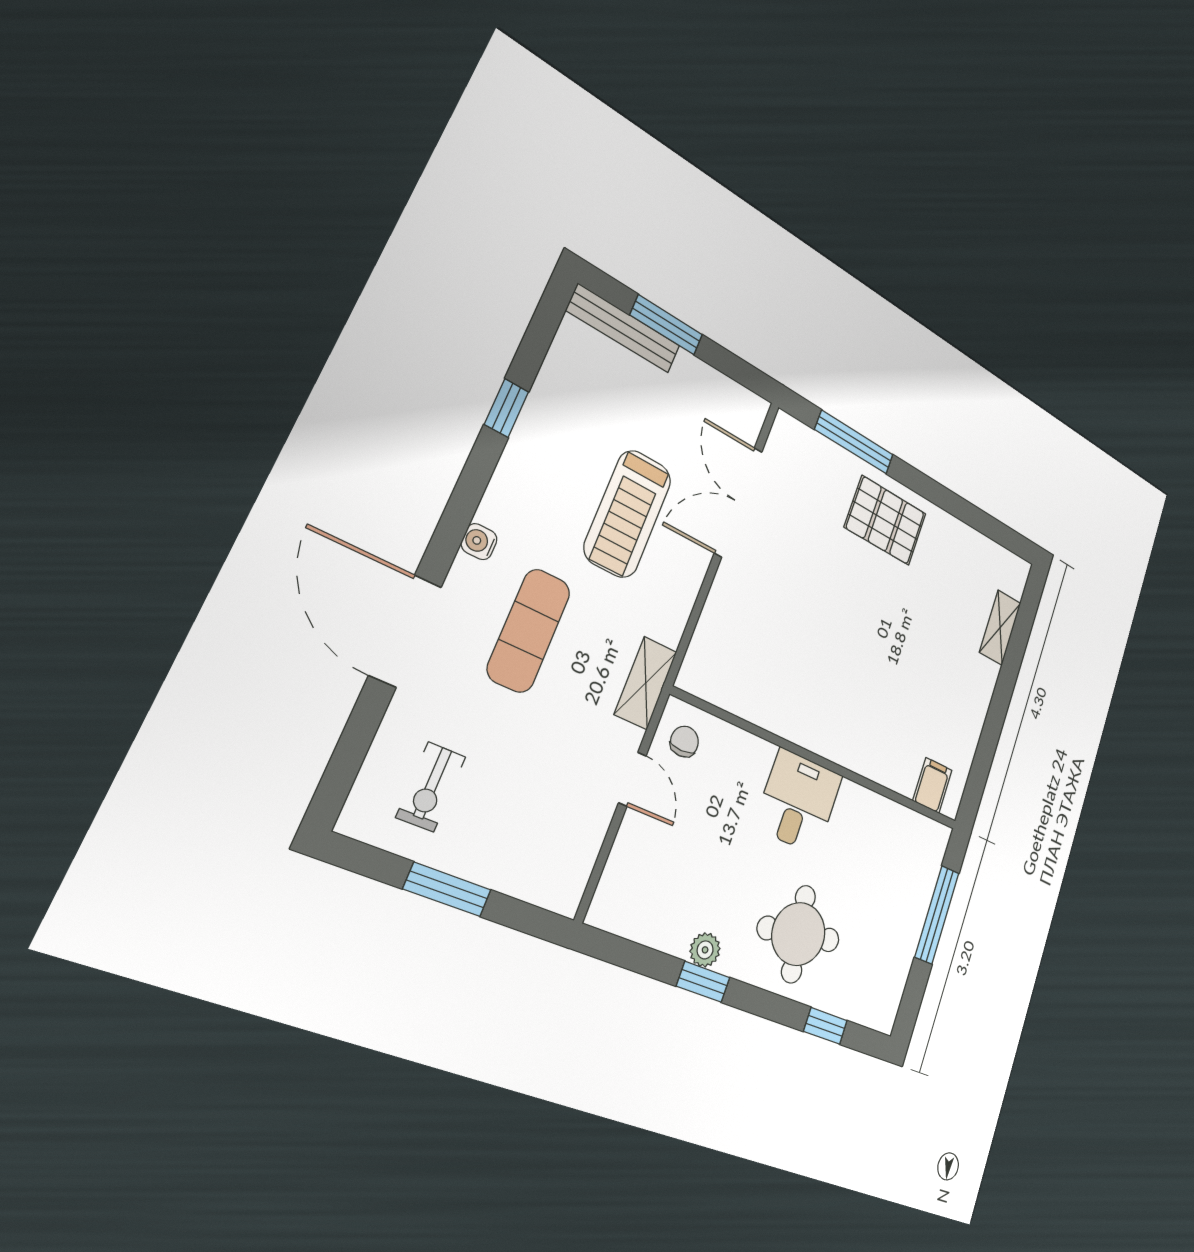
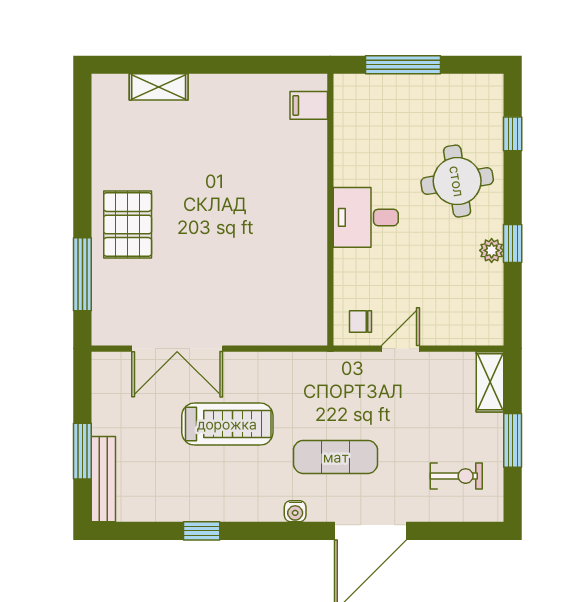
shelving: (646, 683) -> (490, 382), moved, turned 90

